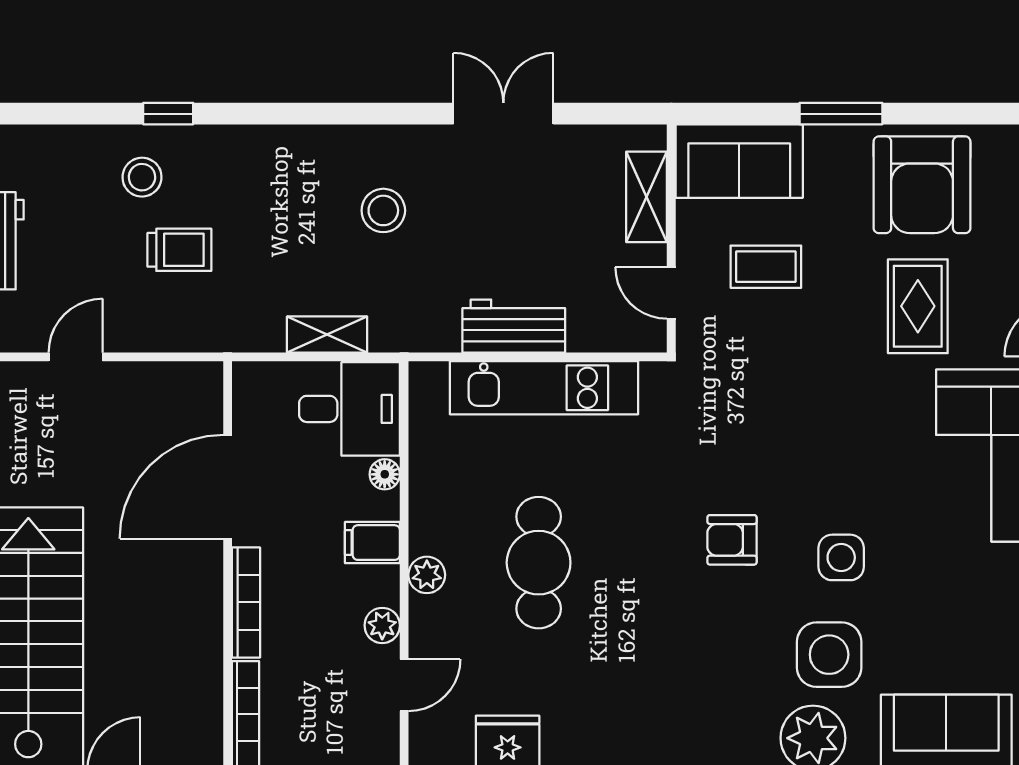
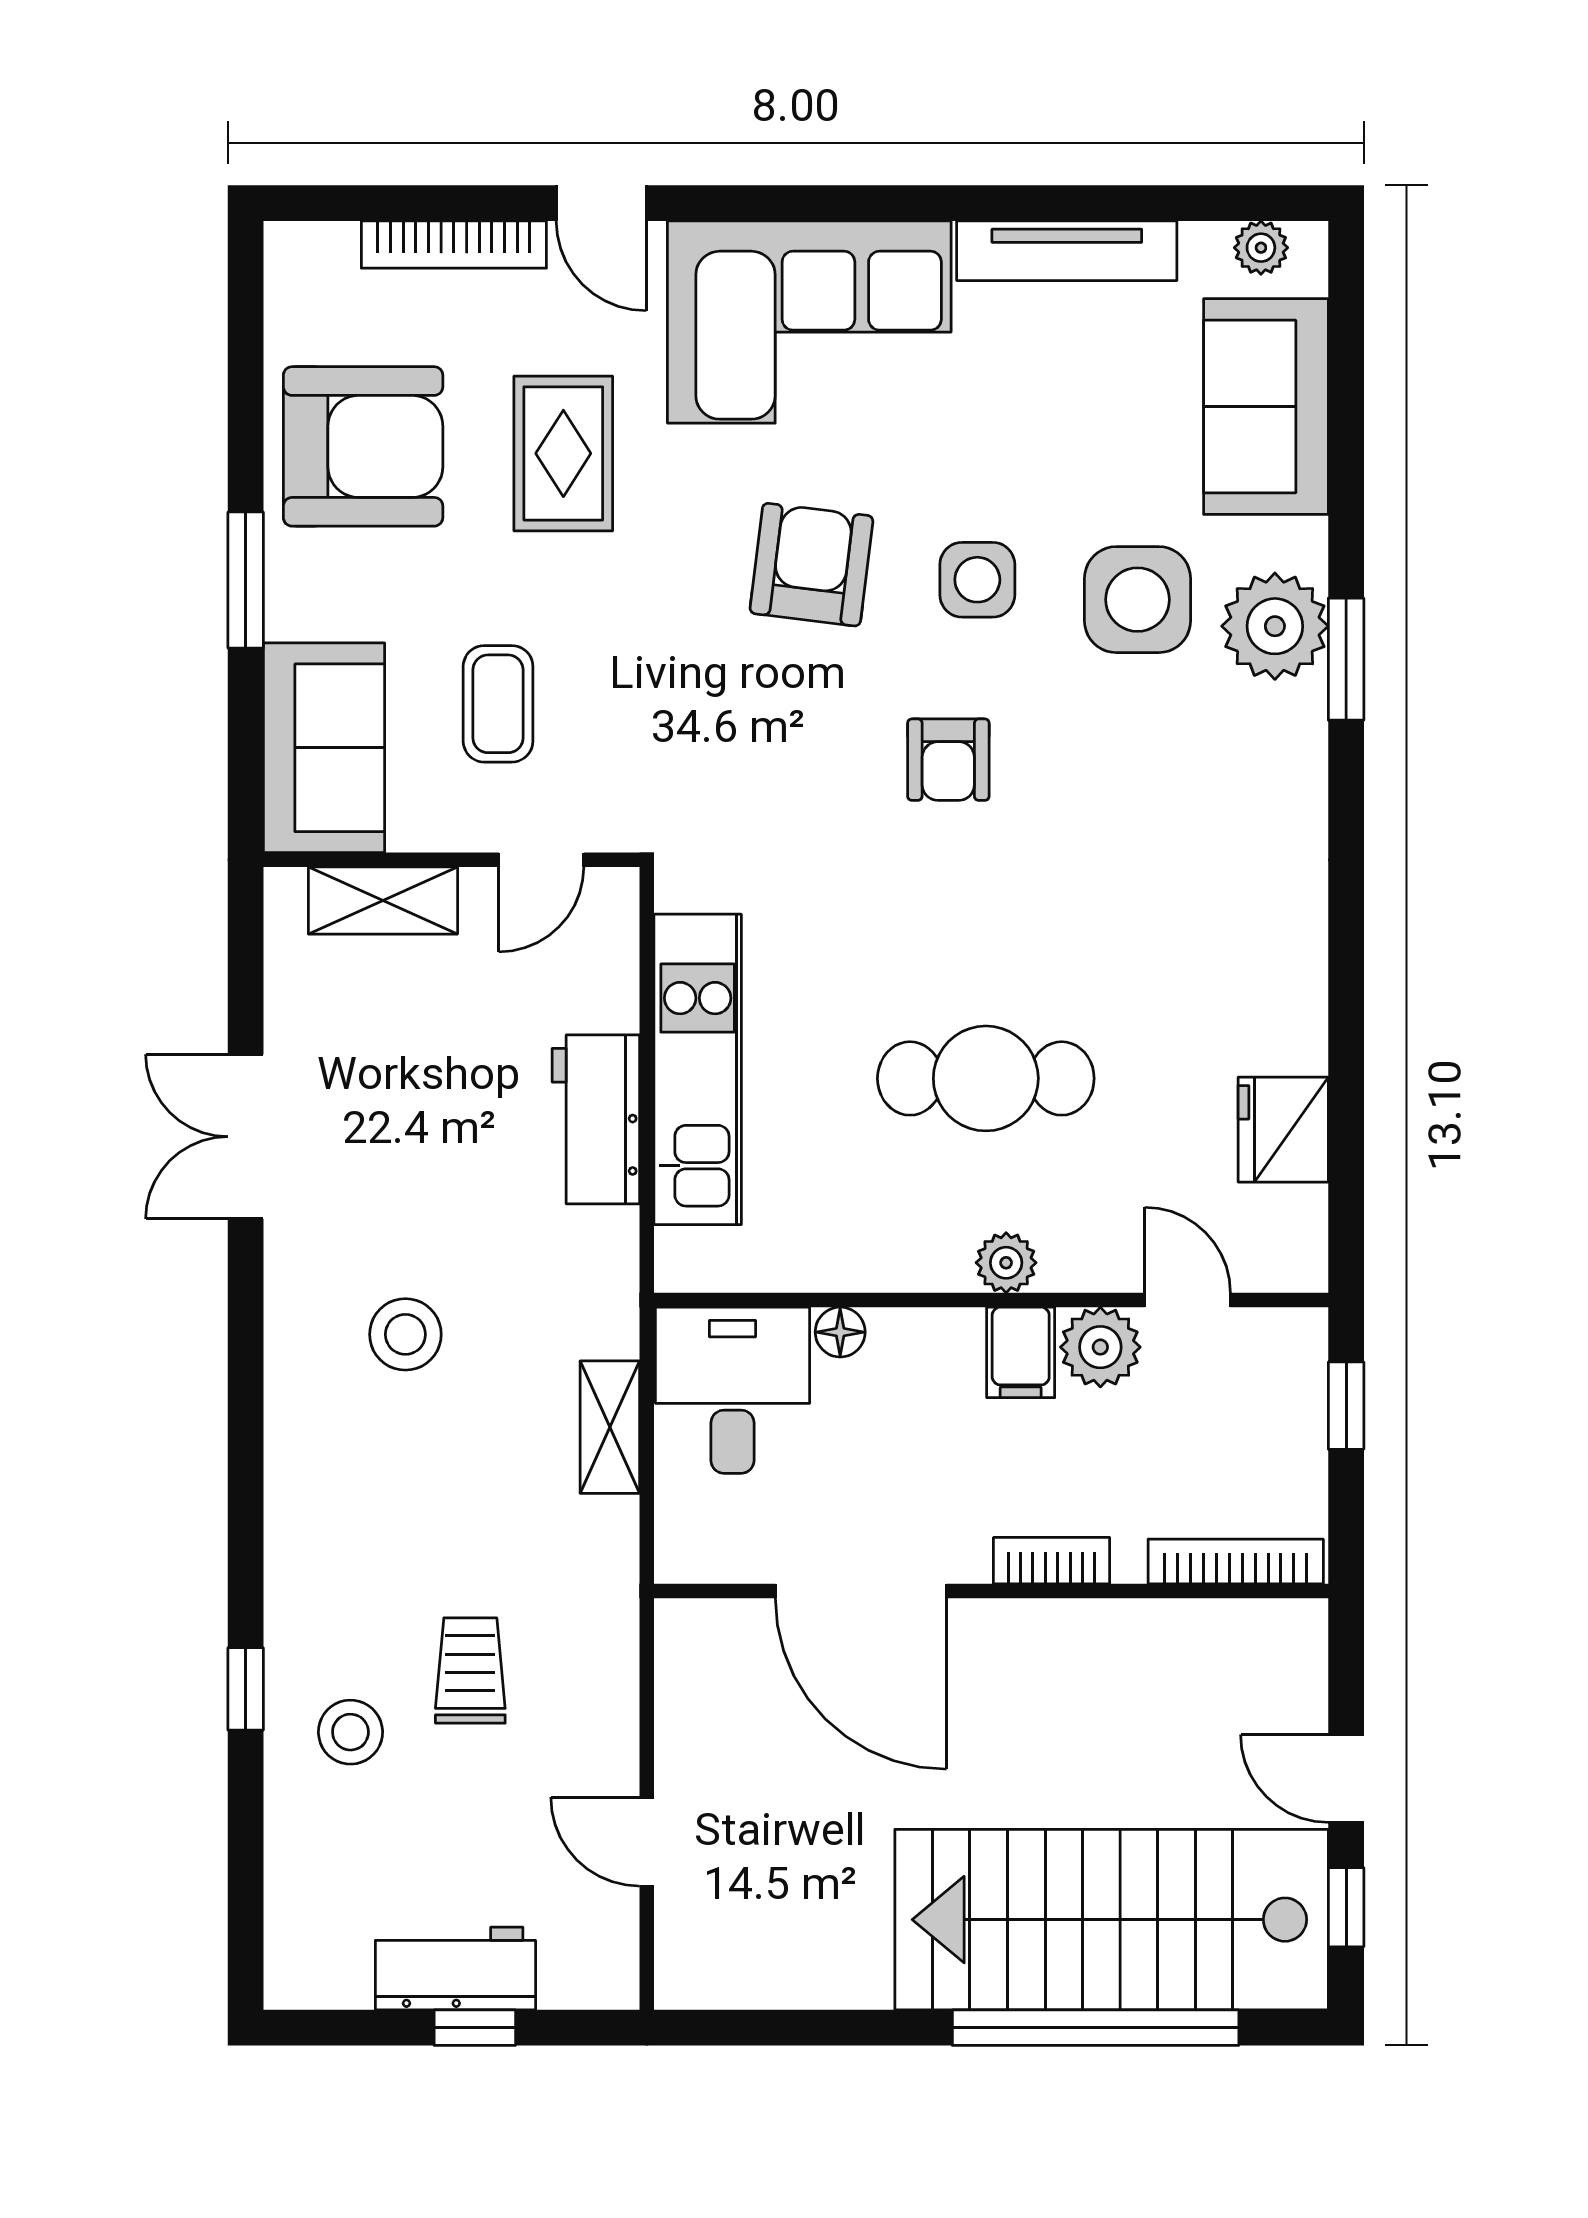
rug: (918, 306) -> (563, 453), turned 90
armchair: (850, 457) -> (811, 565), added
filing cabinet: (372, 543) -> (1021, 1352), moved
bookcase: (246, 602) -> (1052, 1561), width x0.64
plant: (382, 625) -> (1100, 1347), width x1.38, depth x1.38

